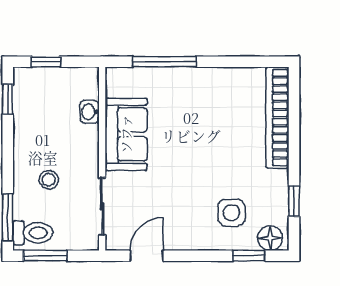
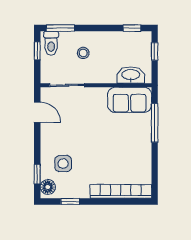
washbasin: (90, 112) -> (131, 75), width x1.91, depth x1.45
sofa: (126, 134) -> (130, 100), moved
window: (45, 256) -> (37, 51), width x0.67

